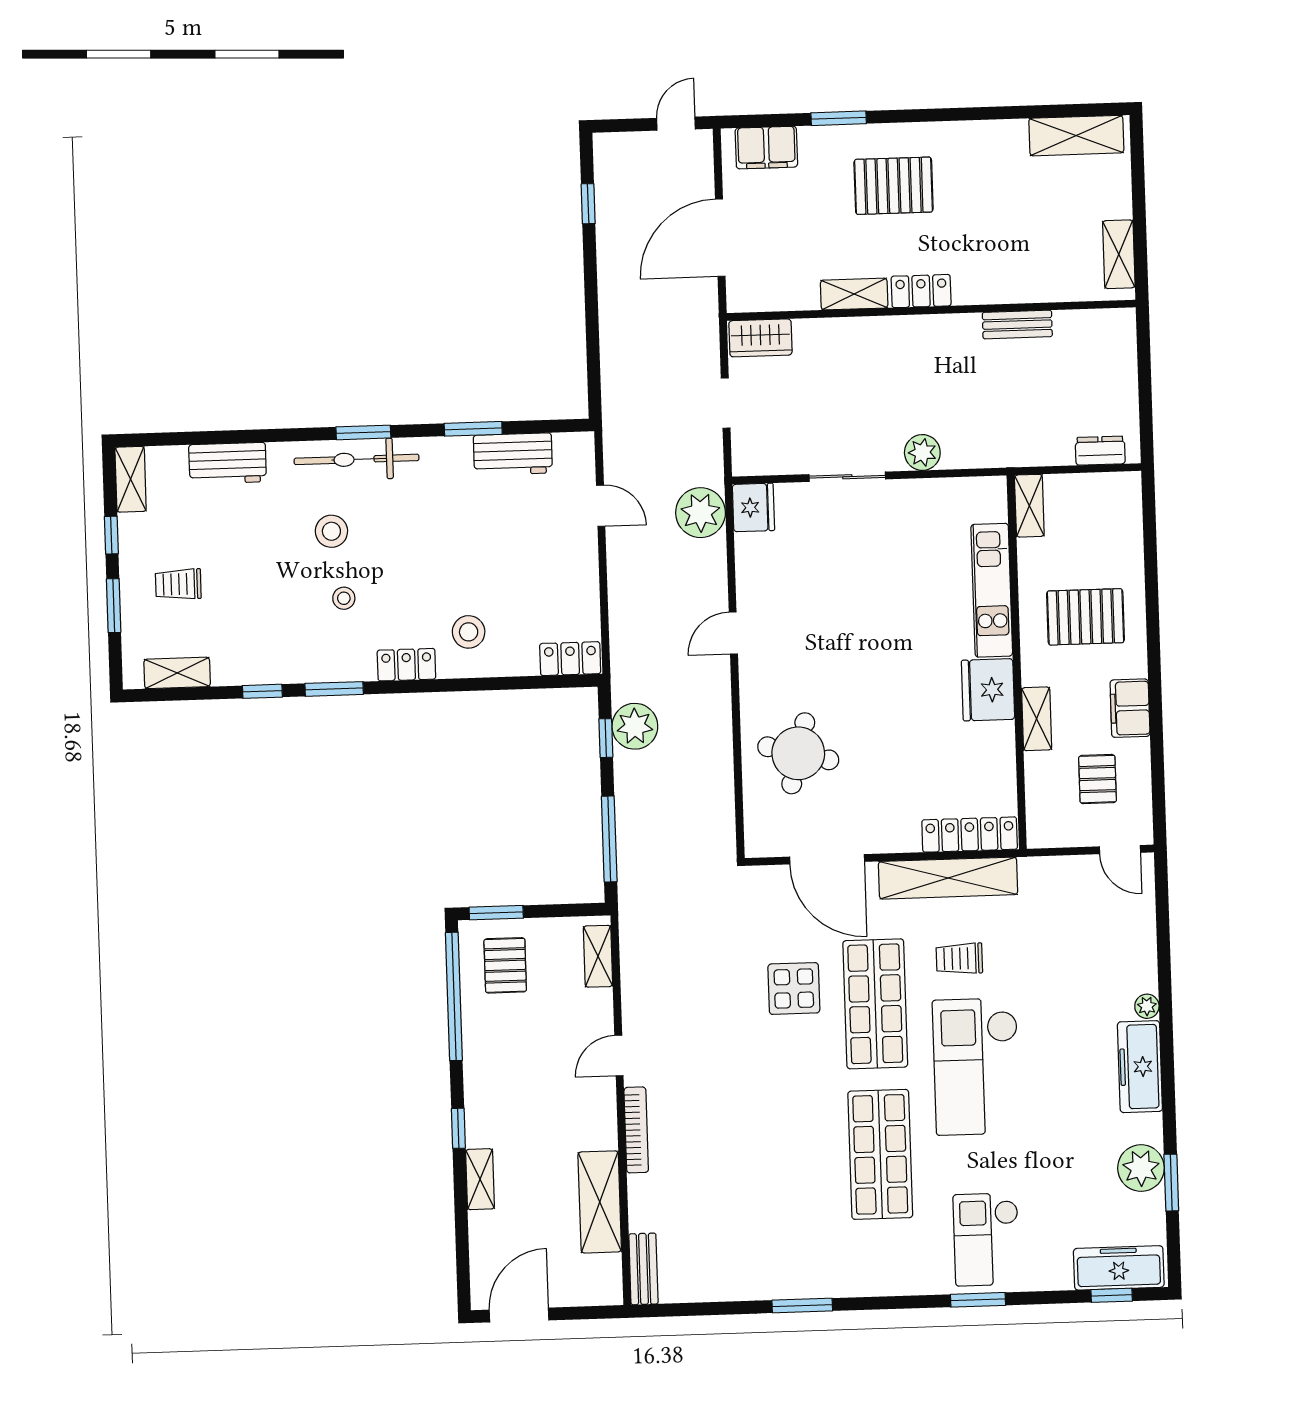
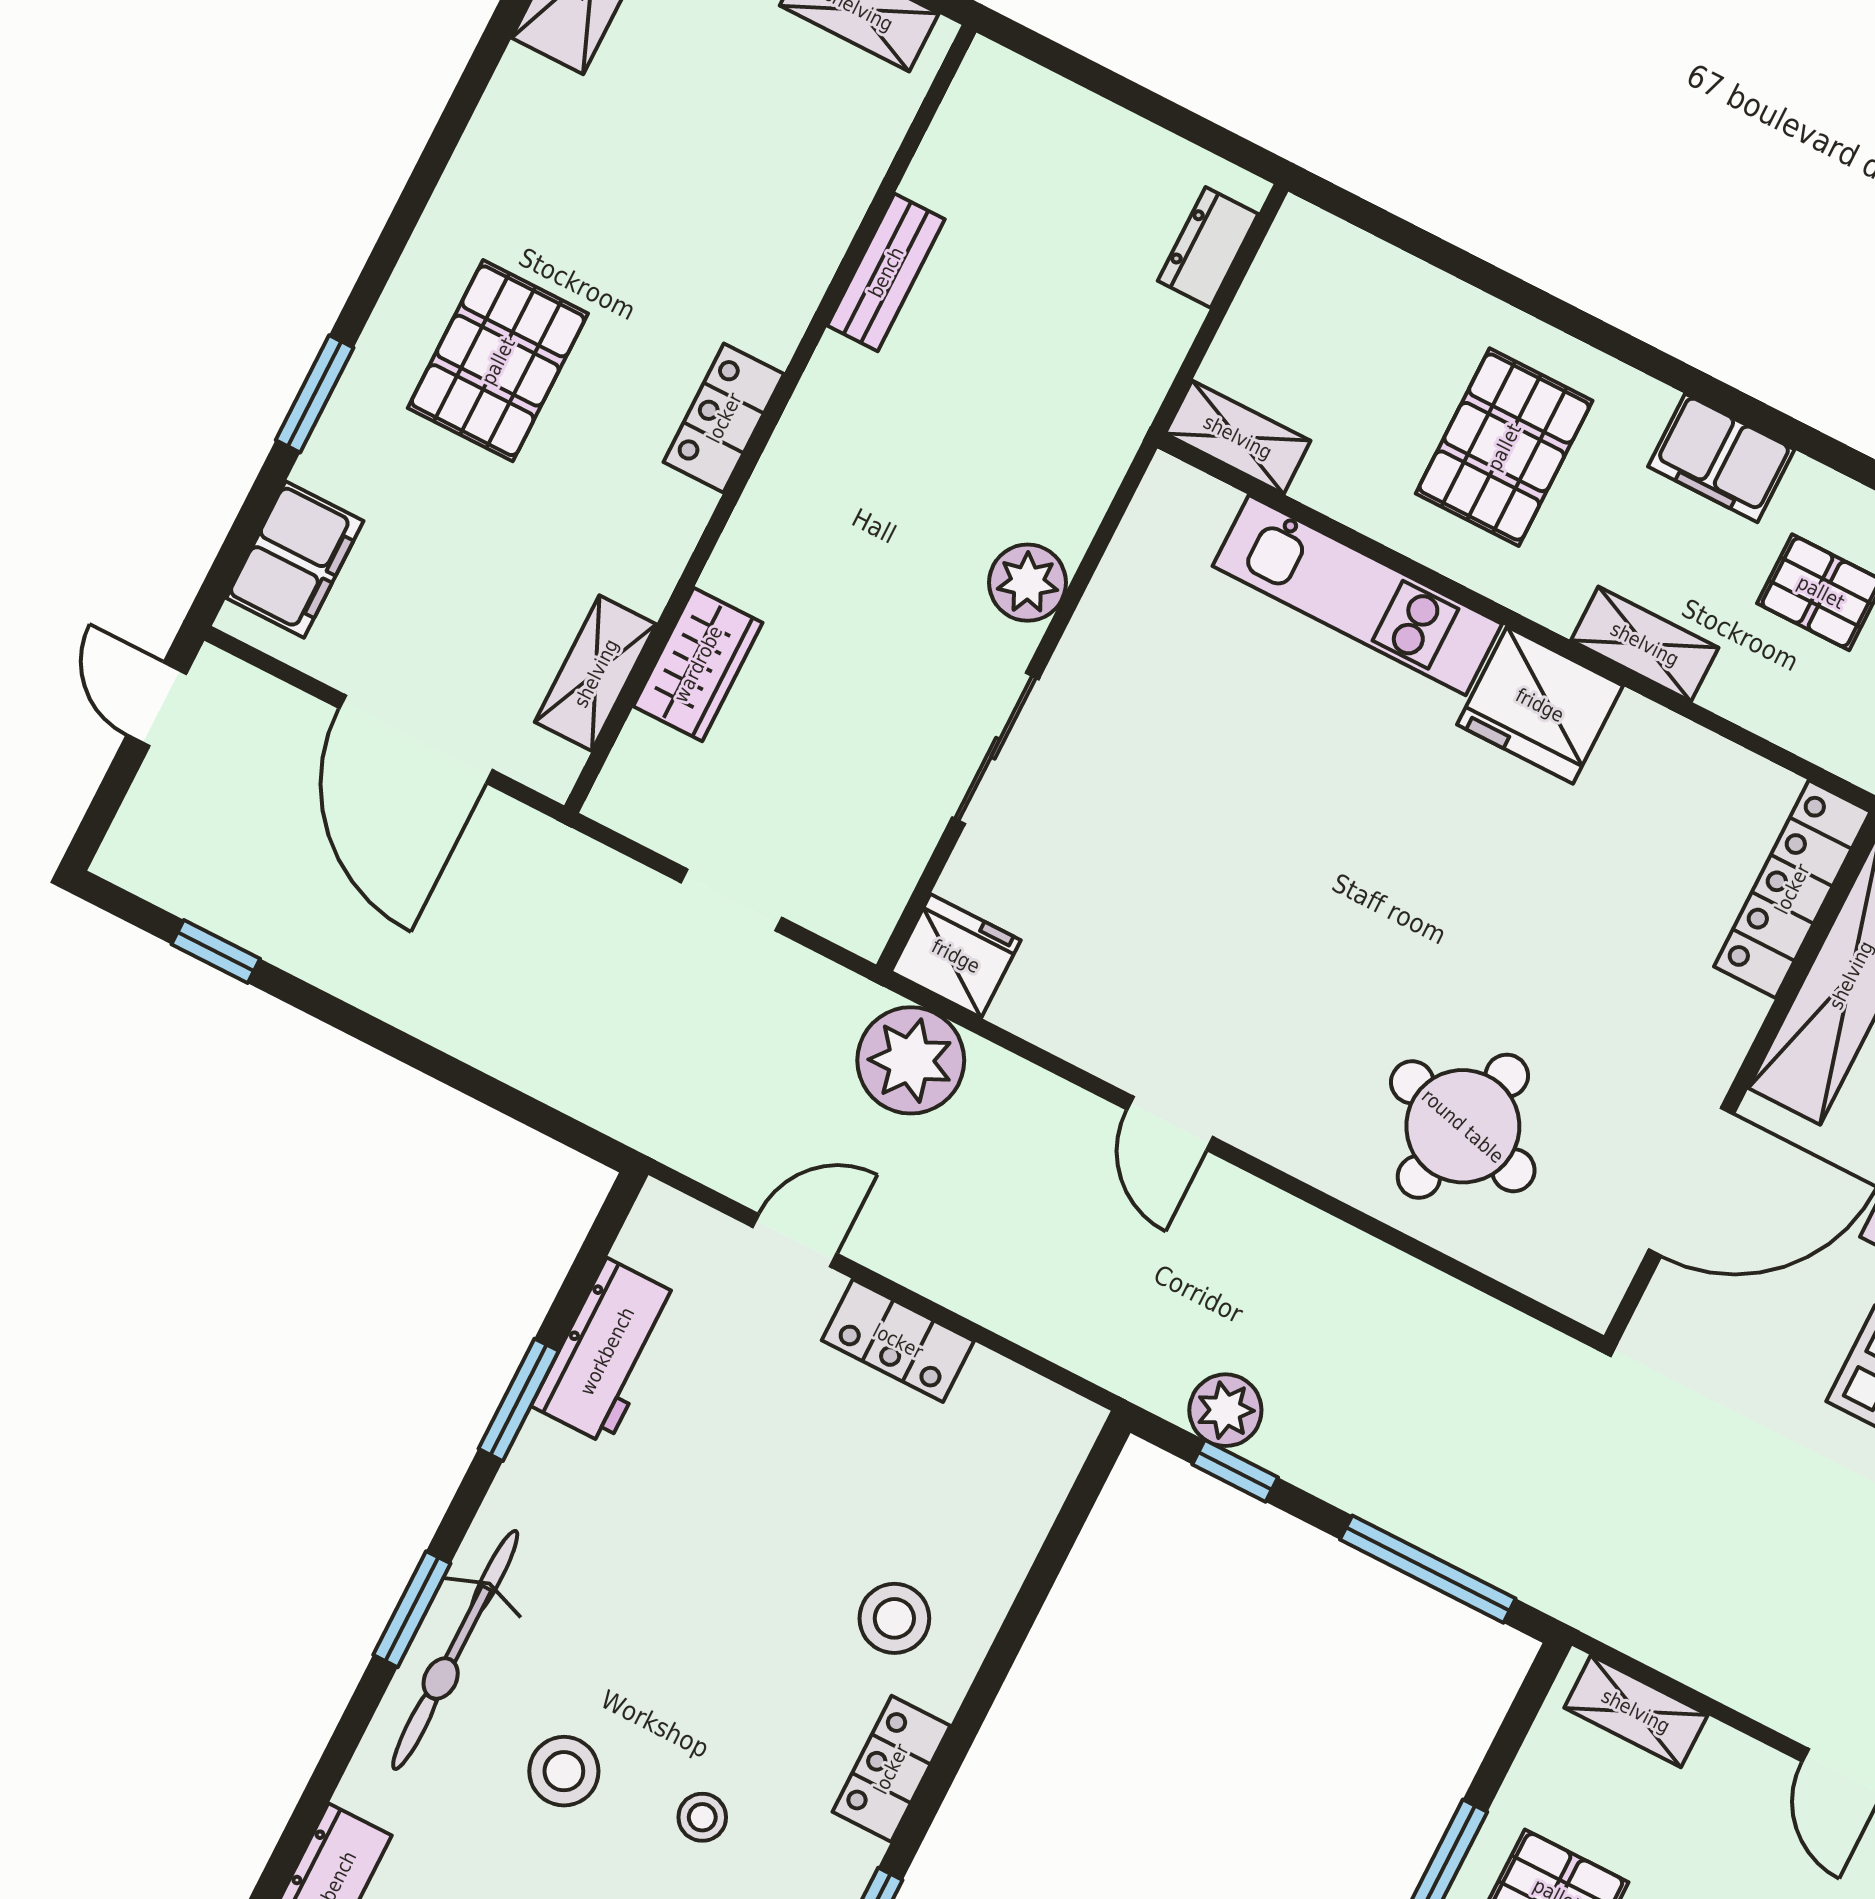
shelving: (854, 294) -> (596, 673), moved
wardrobe: (760, 338) -> (698, 664), moved
locker: (570, 659) -> (898, 1341), moved, turned -90
plant: (635, 726) -> (1225, 1410), width x0.73, depth x0.73

